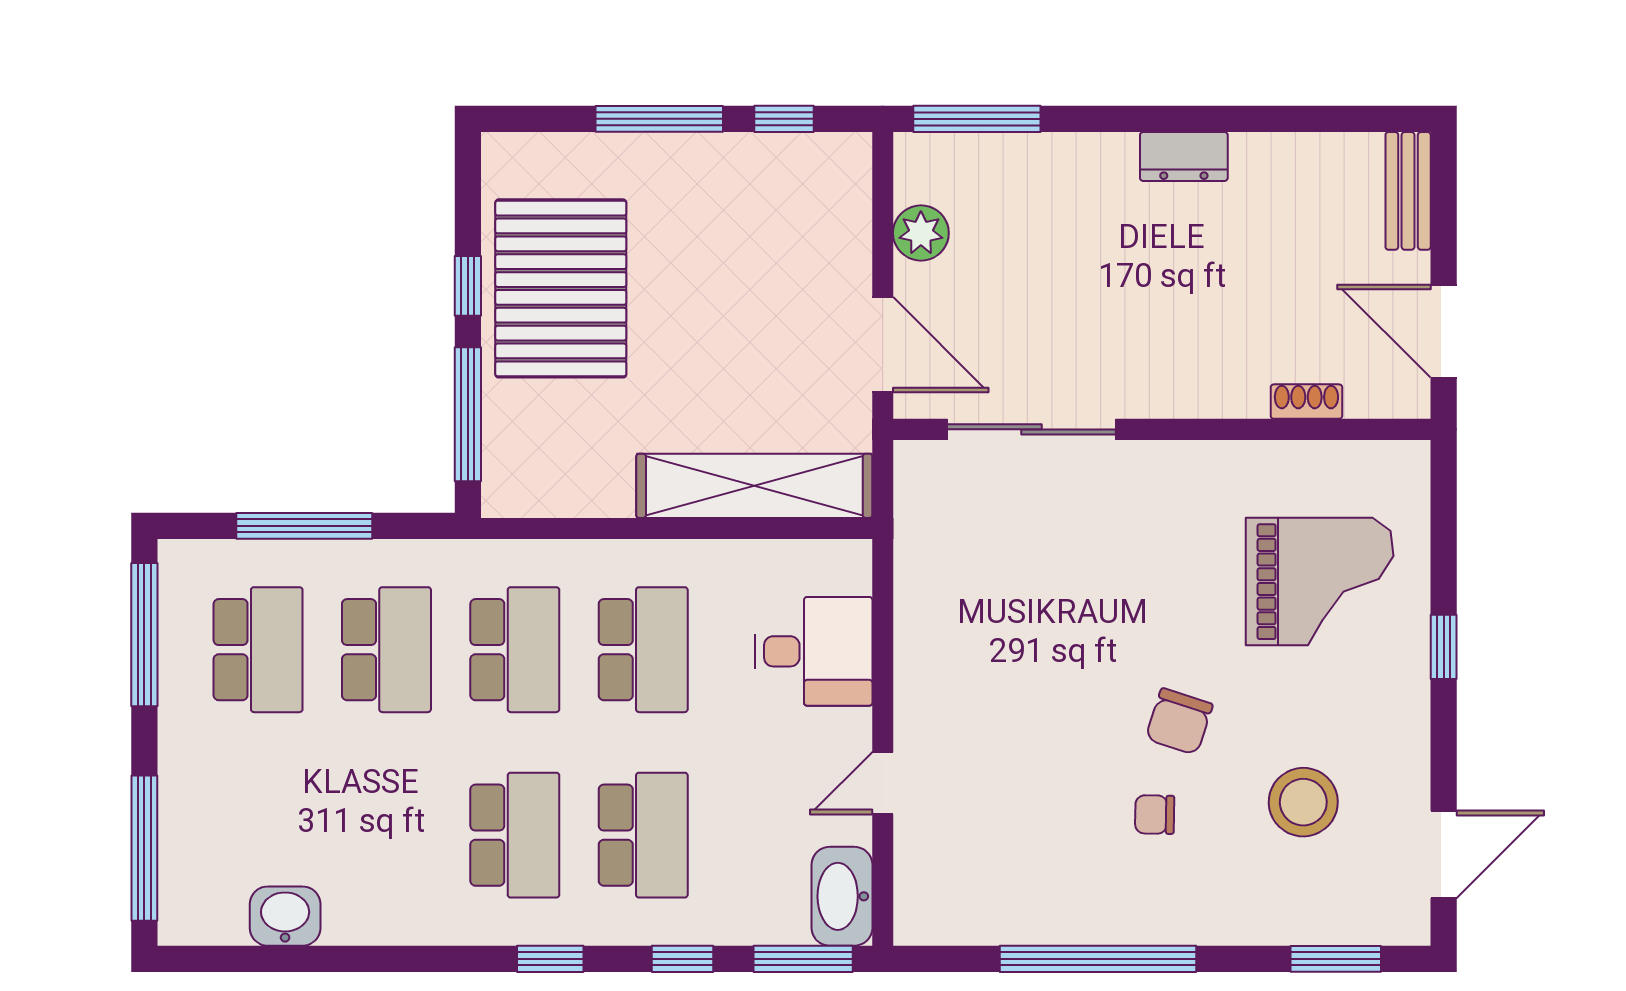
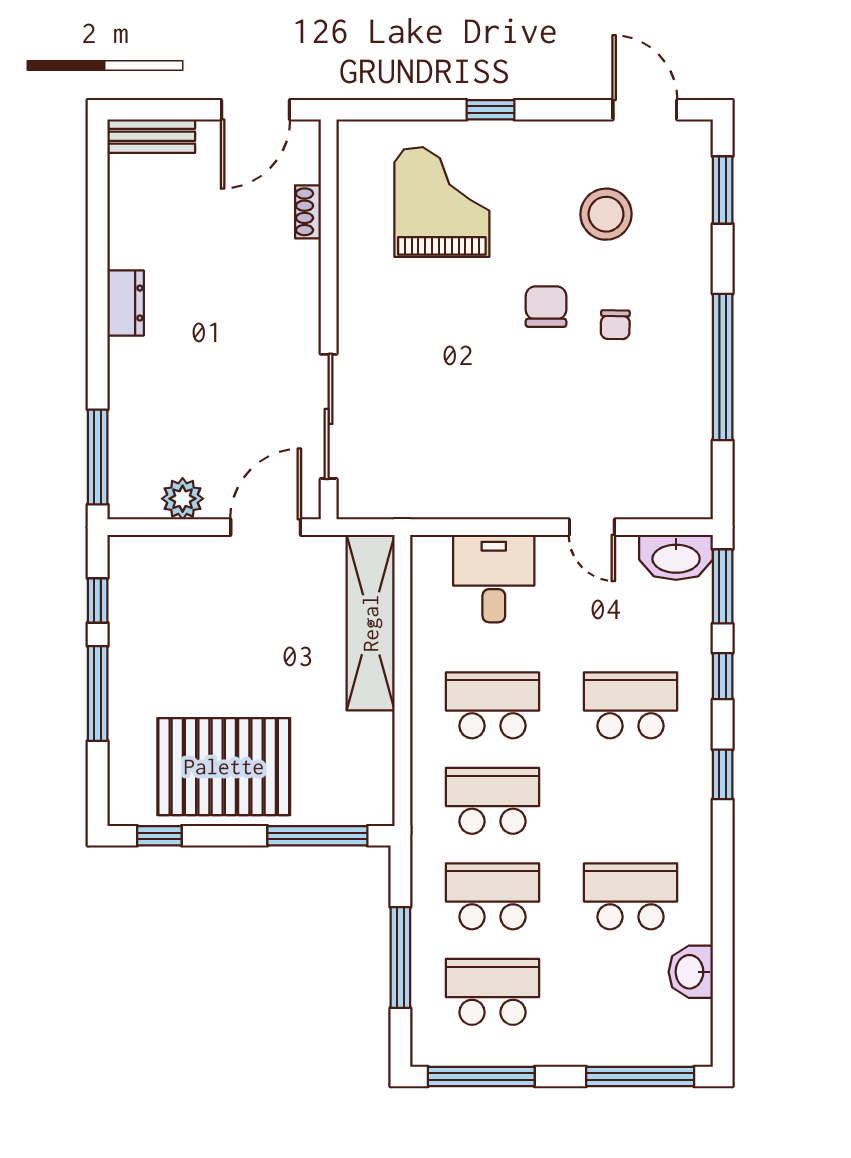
window: (468, 286) -> (159, 836), moved
chair: (1179, 722) -> (546, 307), turned -108
school desk: (515, 835) -> (631, 896), moved

